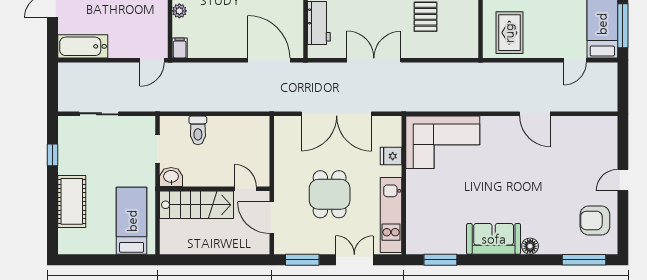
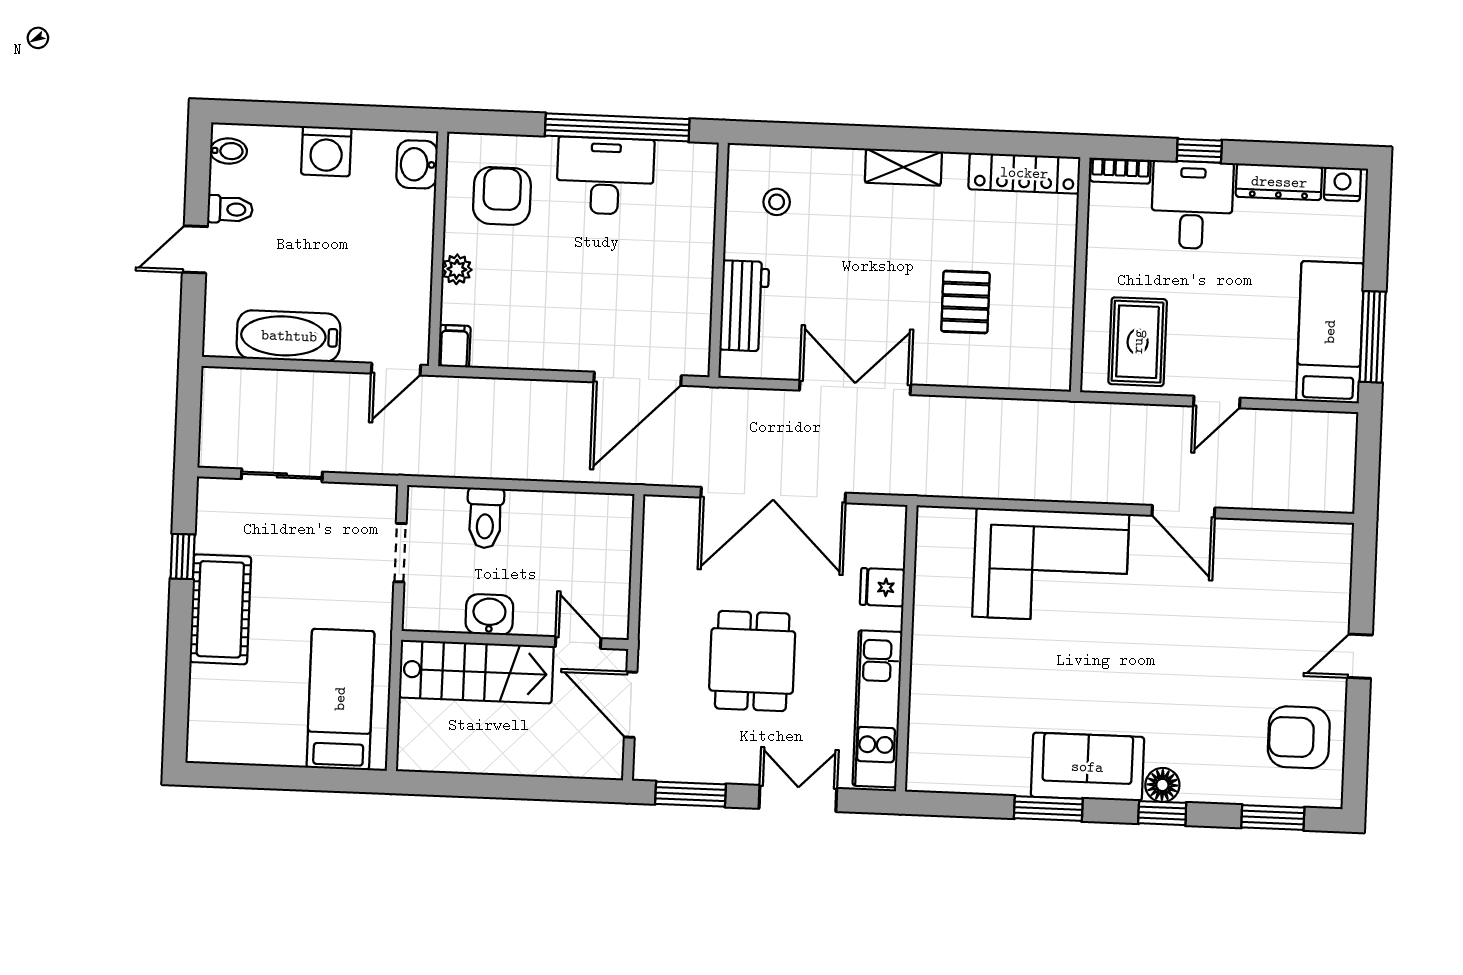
bathtub: (83, 46) -> (289, 336), moved
door: (269, 60) -> (638, 379), swing flipped
door: (575, 60) -> (1217, 402), moved
corner sofa: (443, 142) -> (1051, 565), moved
washbasin: (171, 177) -> (489, 615), moved
cot: (72, 201) -> (220, 609), moved
window: (440, 260) -> (1048, 808), moved
window: (530, 260) -> (1162, 813), added
window: (584, 260) -> (1273, 818), width x0.69

